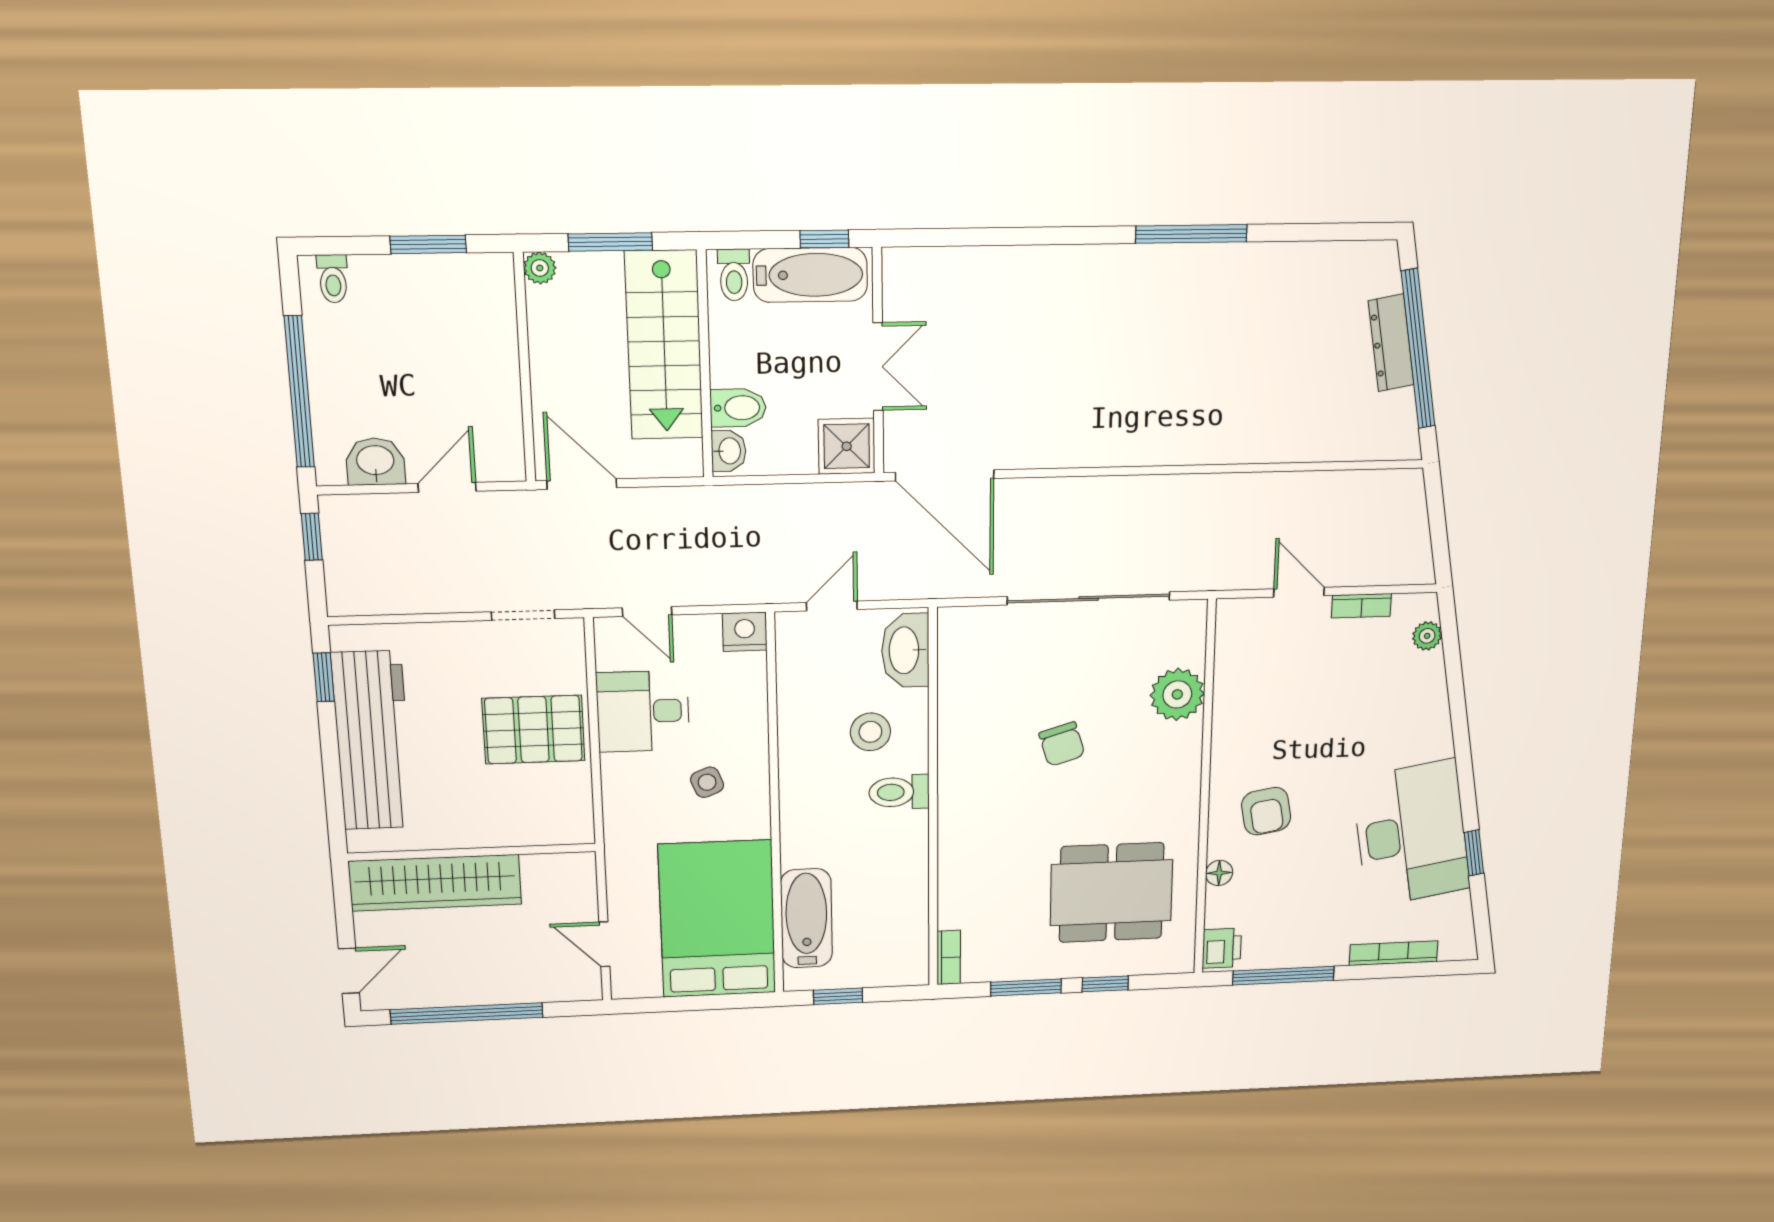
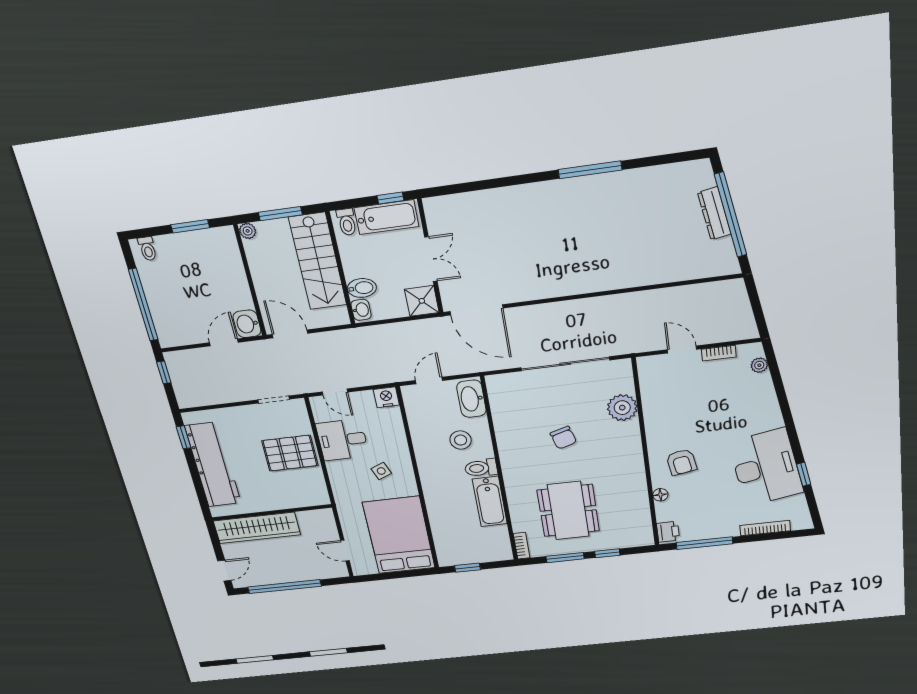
washbasin: (375, 462) -> (247, 324), moved, turned -90
dining table: (1111, 893) -> (568, 511), moved, turned 90
bathtub: (806, 918) -> (490, 501), moved, turned 180

